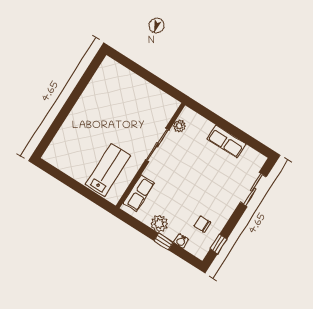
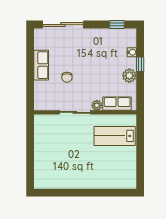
plant: (179, 126) -> (97, 105), moved
sliding door: (253, 190) -> (63, 25), width x1.37
chair: (202, 224) -> (67, 77), moved

